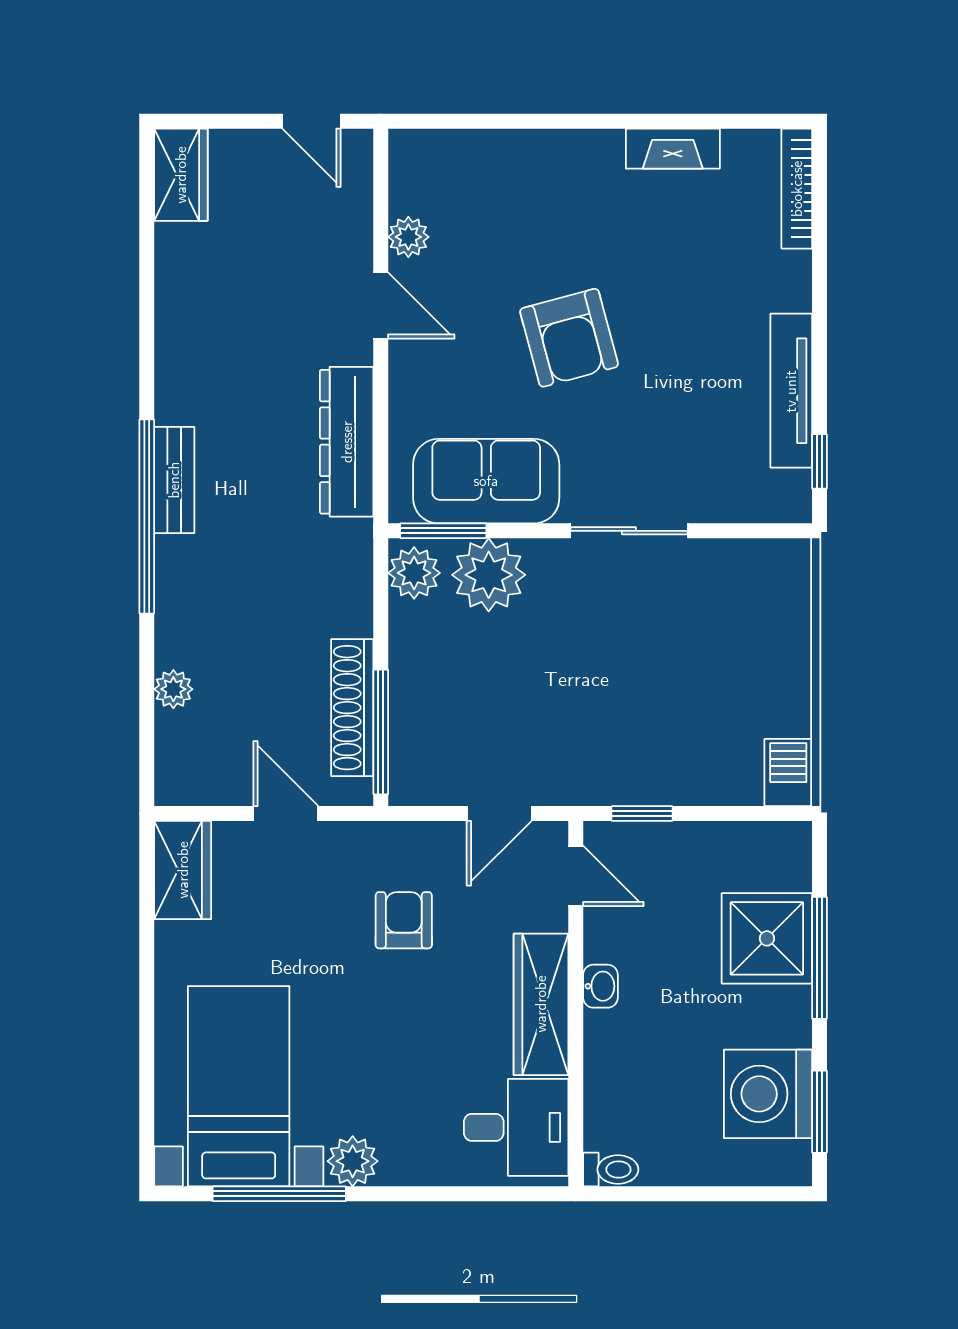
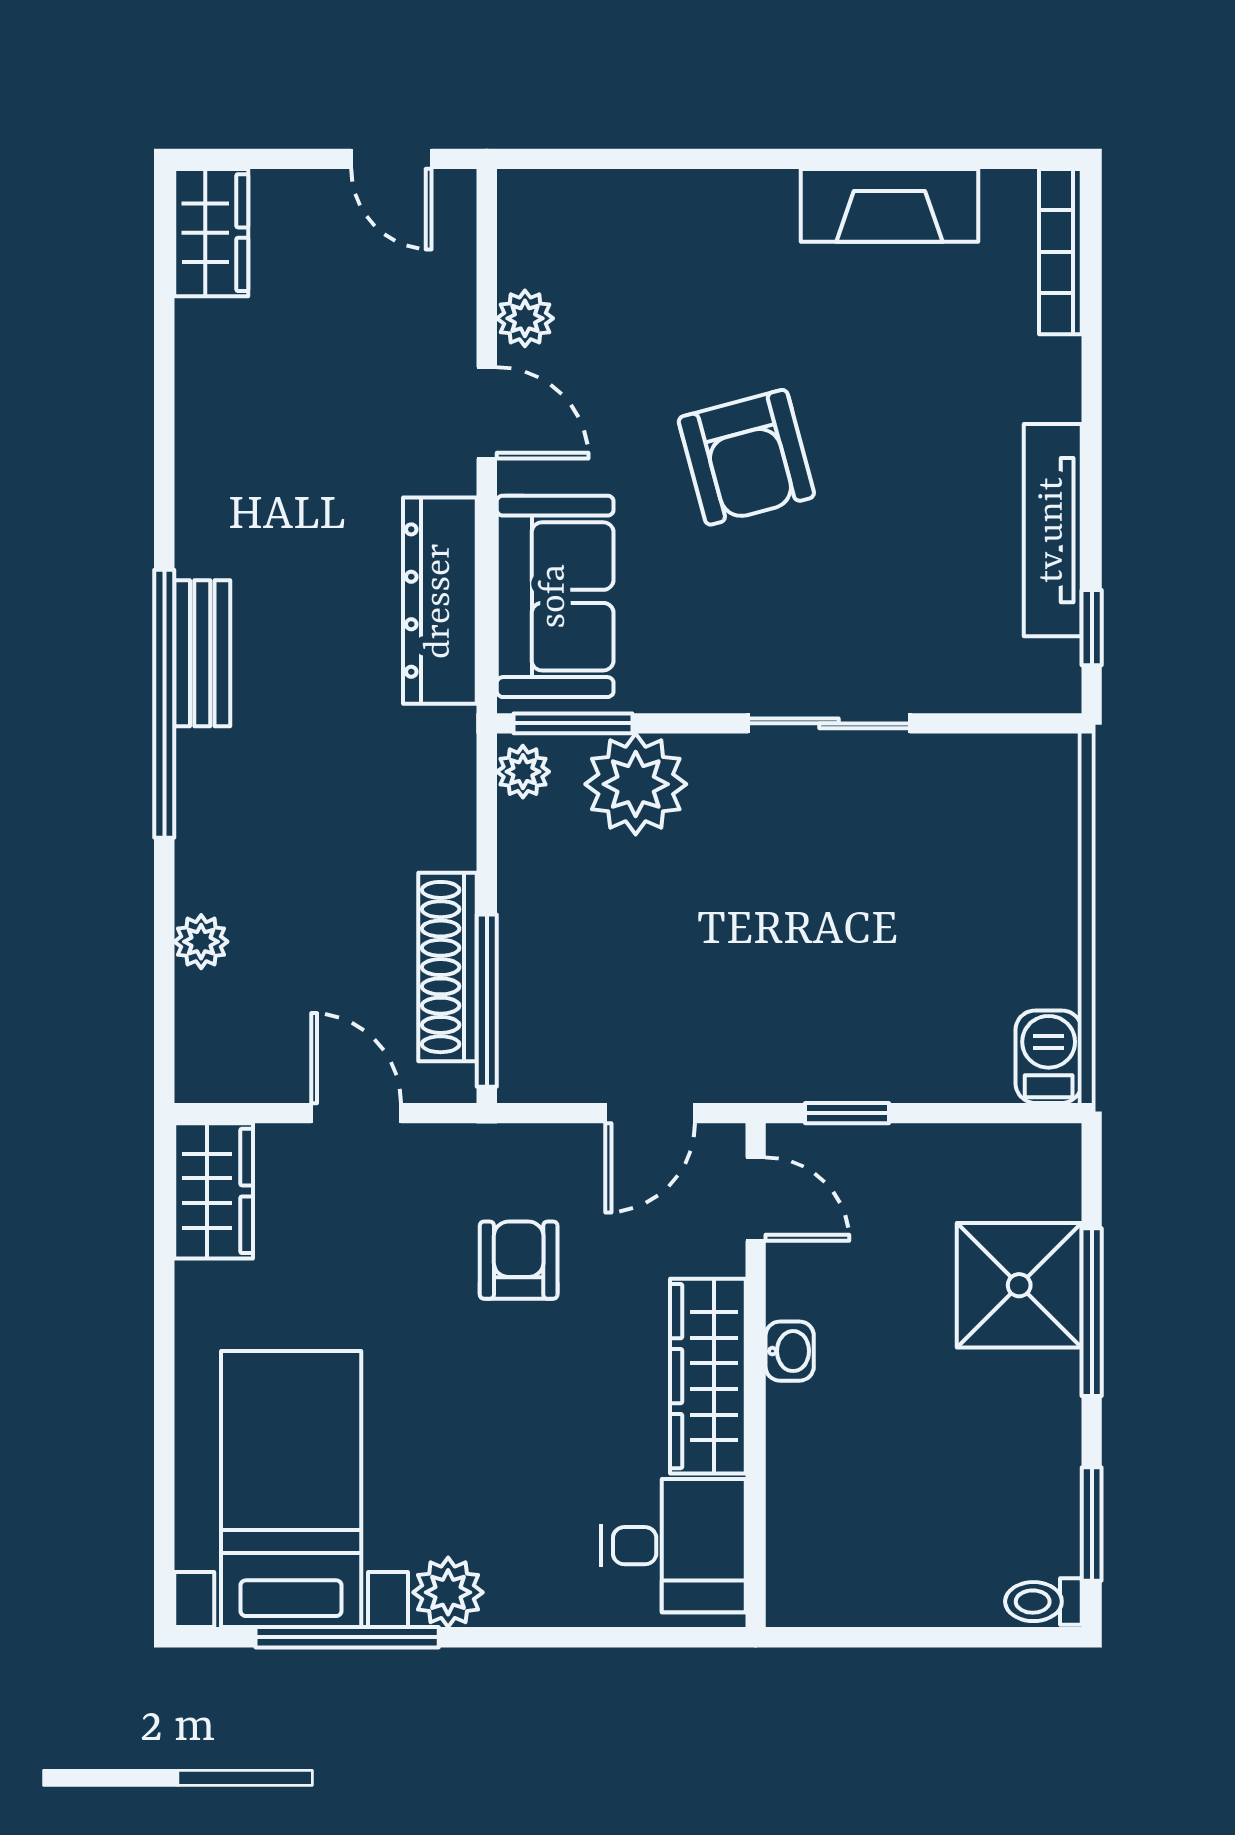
fireplace: (673, 149) -> (889, 205), width x1.37, depth x1.32
sofa: (486, 481) -> (555, 596), moved, turned 90
plant: (414, 573) -> (523, 772), width x0.73, depth x0.73
washing machine: (768, 1094) -> (1021, 1500), removed
toilet: (611, 1170) -> (1043, 1602), moved, turned 180

